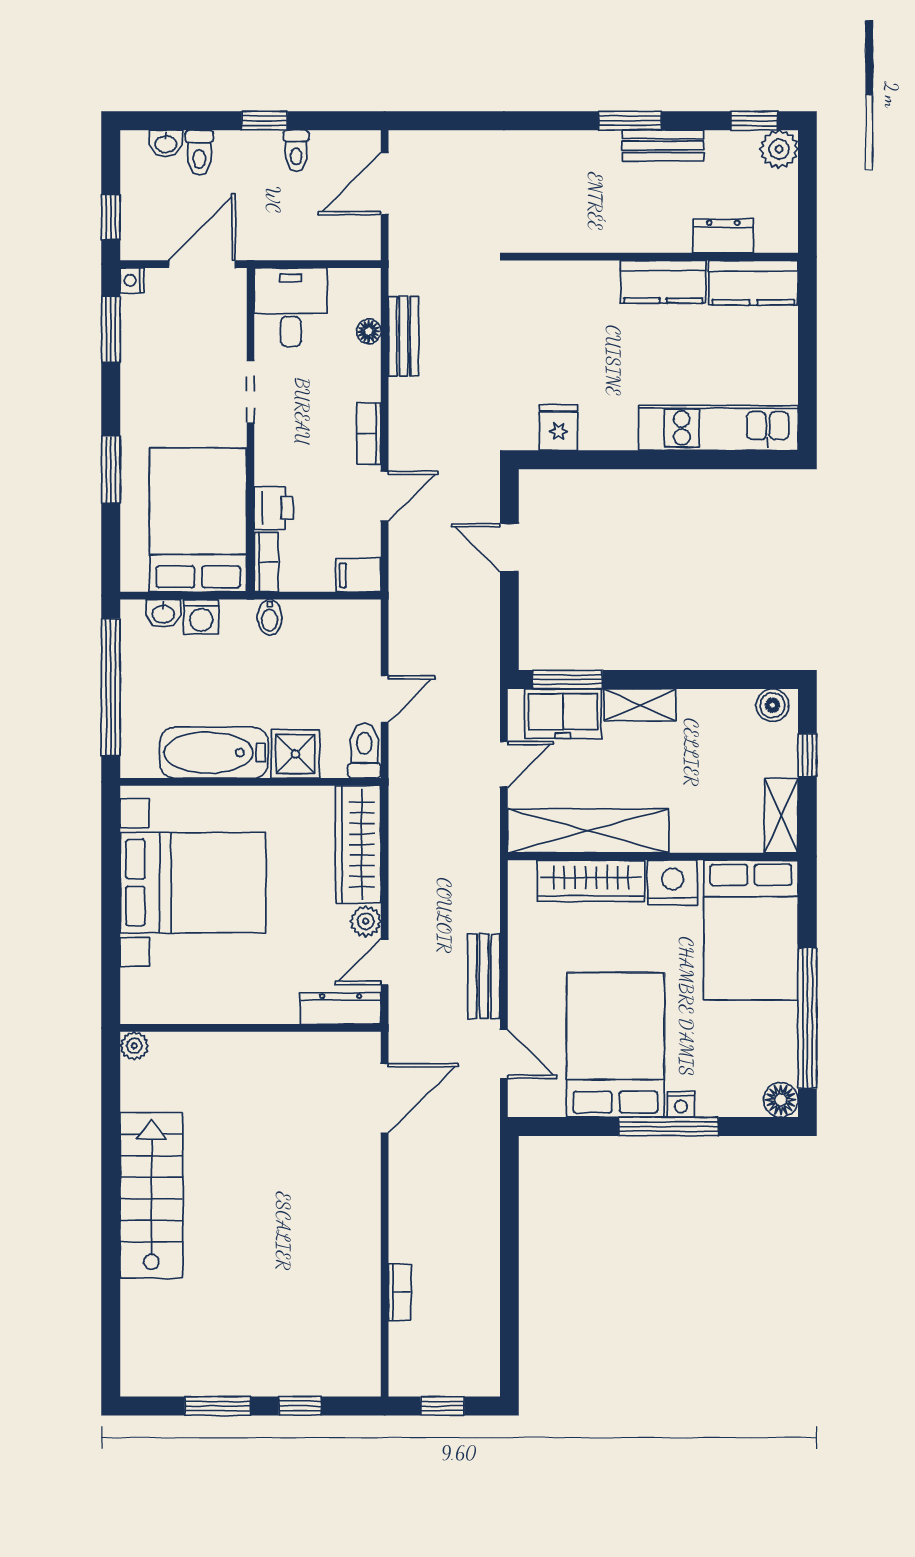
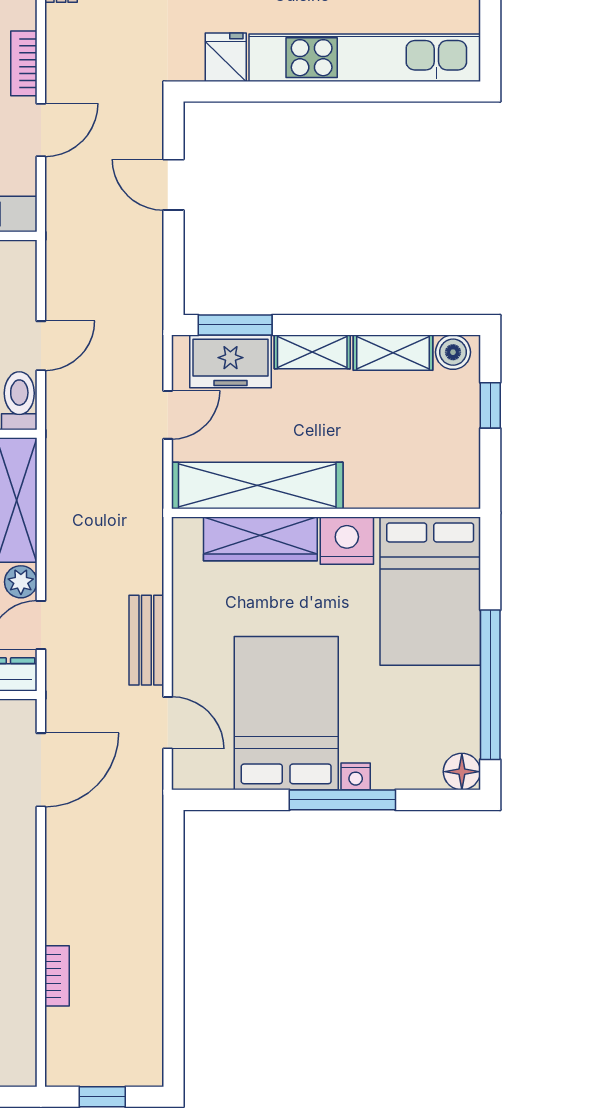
kitchen unit: (718, 428) -> (365, 58), width x1.36
shelving: (781, 816) -> (393, 353), moved, turned 90

